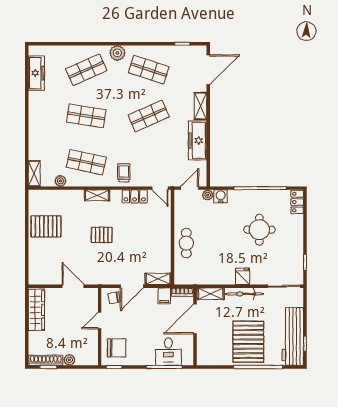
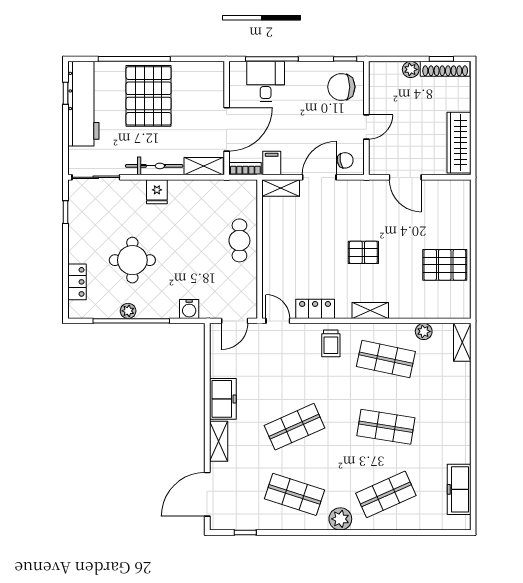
freezer: (198, 140) -> (223, 399), width x0.71
plant: (208, 195) -> (128, 311), moved
locker: (297, 202) -> (77, 282), moved

